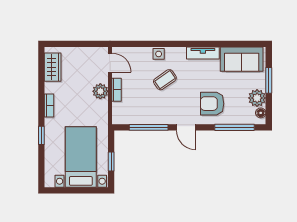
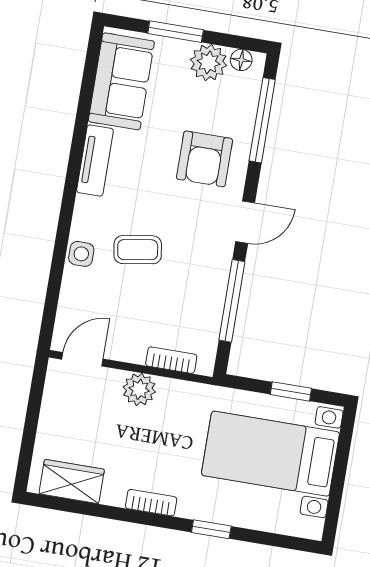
coffee table: (165, 80) -> (138, 250), turned -64
bookcase: (116, 90) -> (171, 360), moved

